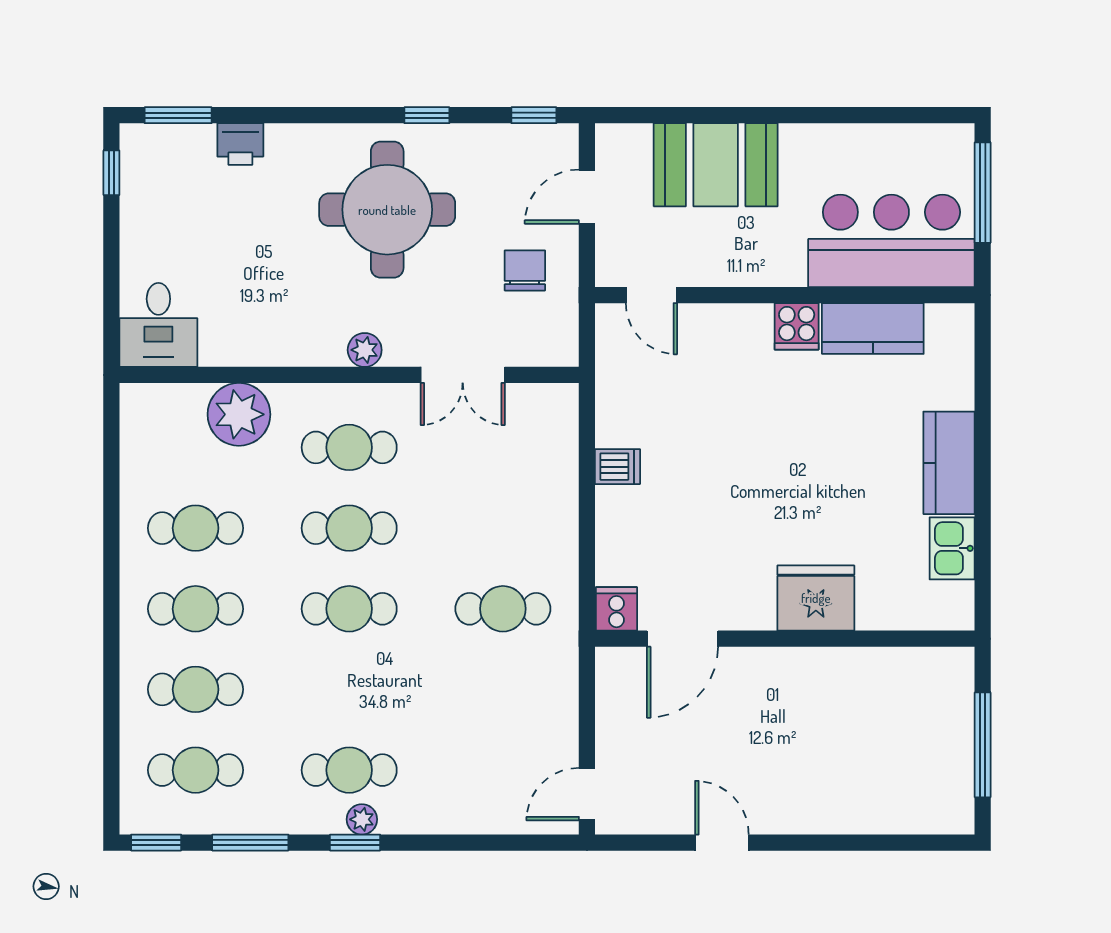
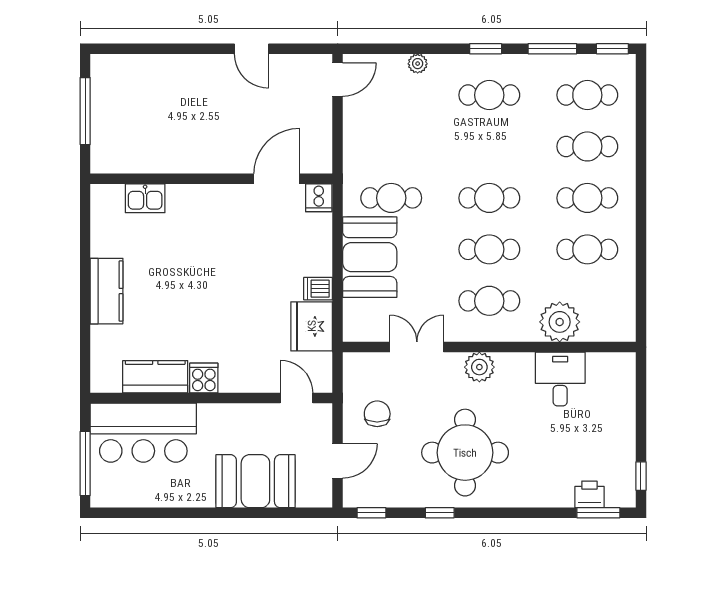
printer: (240, 144) -> (589, 494), moved
chair: (525, 270) -> (377, 414), turned 180
desk: (158, 325) -> (560, 379), moved
plant: (365, 350) -> (479, 367), width x1.38, depth x1.38
booth: (537, 516) -> (370, 257), added
kitchen sink: (952, 548) -> (145, 198), moved, turned 90
fridge: (816, 598) -> (312, 326), moved, turned 90
plant: (362, 819) -> (418, 64), moved

